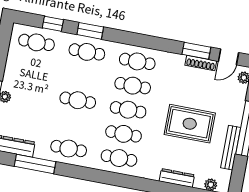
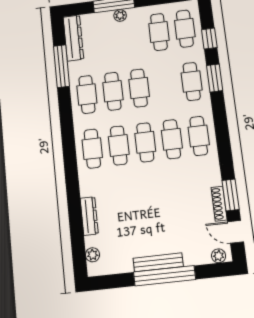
cafe table: (32, 67) -> (159, 32), added
cafe table: (73, 124) -> (113, 91), added
rug: (190, 124) -> (151, 212), removed
bench: (231, 148) -> (158, 262), moved

